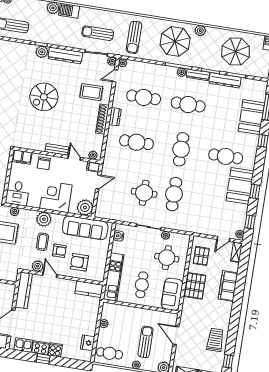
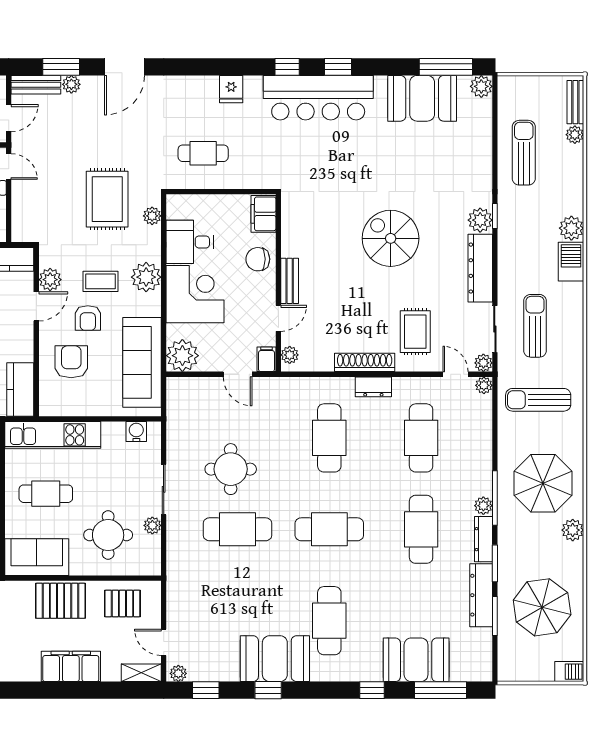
desk: (17, 193) -> (190, 242), moved

